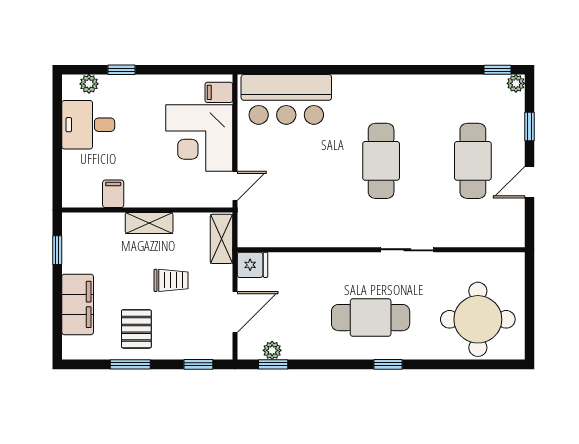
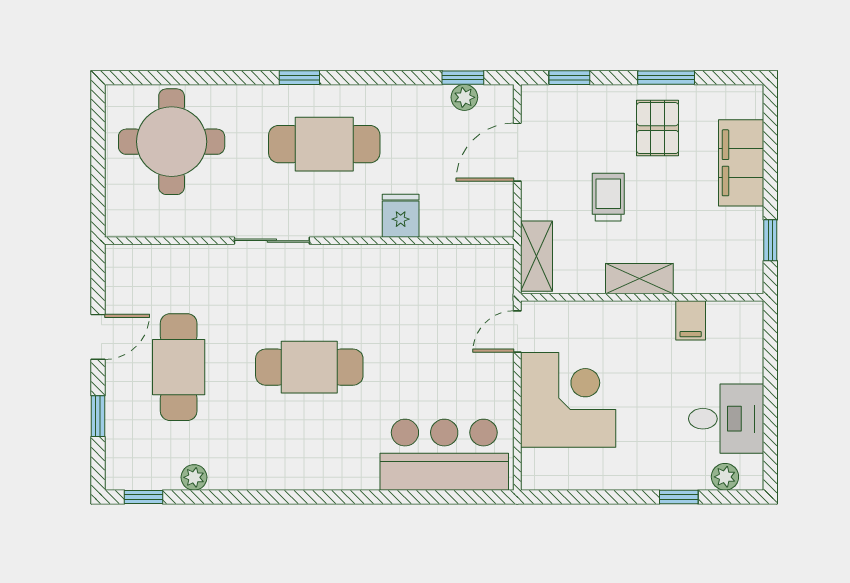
plant: (516, 83) -> (194, 477), moved
filing cabinet: (219, 92) -> (540, 465), removed
cafe table: (381, 161) -> (309, 367), turned 90
fridge: (252, 265) -> (401, 216), moved, turned 90
trolley: (171, 280) -> (608, 197), turned 90

